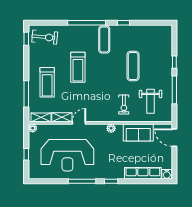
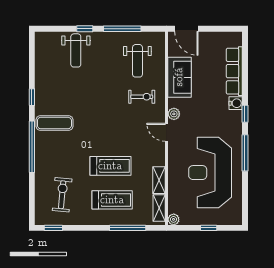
exercise bike: (45, 37) -> (62, 195), moved
weight bench: (158, 55) -> (76, 50), added
exercise mat: (133, 66) -> (90, 84), removed
treadmill: (78, 67) -> (110, 166), moved
weight bench: (151, 101) -> (137, 61), turned 90
door: (79, 123) -> (166, 132), moved
door: (174, 138) -> (186, 29), hinge flipped
reception desk: (67, 155) -> (210, 173), turned 180
water cooler: (167, 174) -> (236, 103), moved

